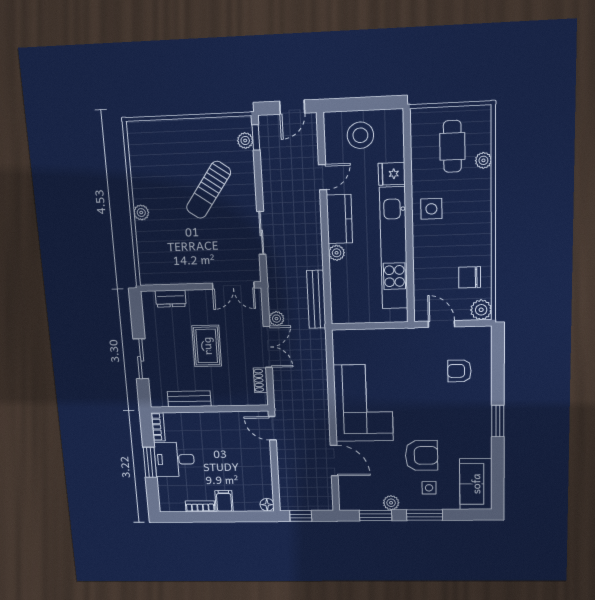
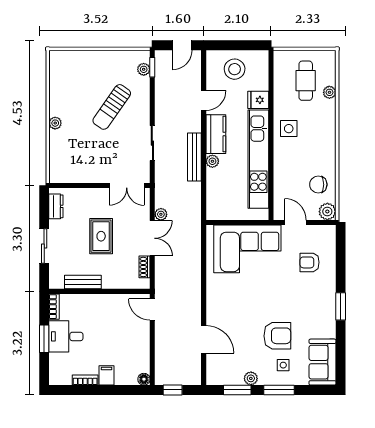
dresser: (171, 299) -> (56, 206), moved, turned -90
bench: (316, 299) -> (194, 157), moved
corner sofa: (363, 403) -> (247, 249), moved, turned 90

